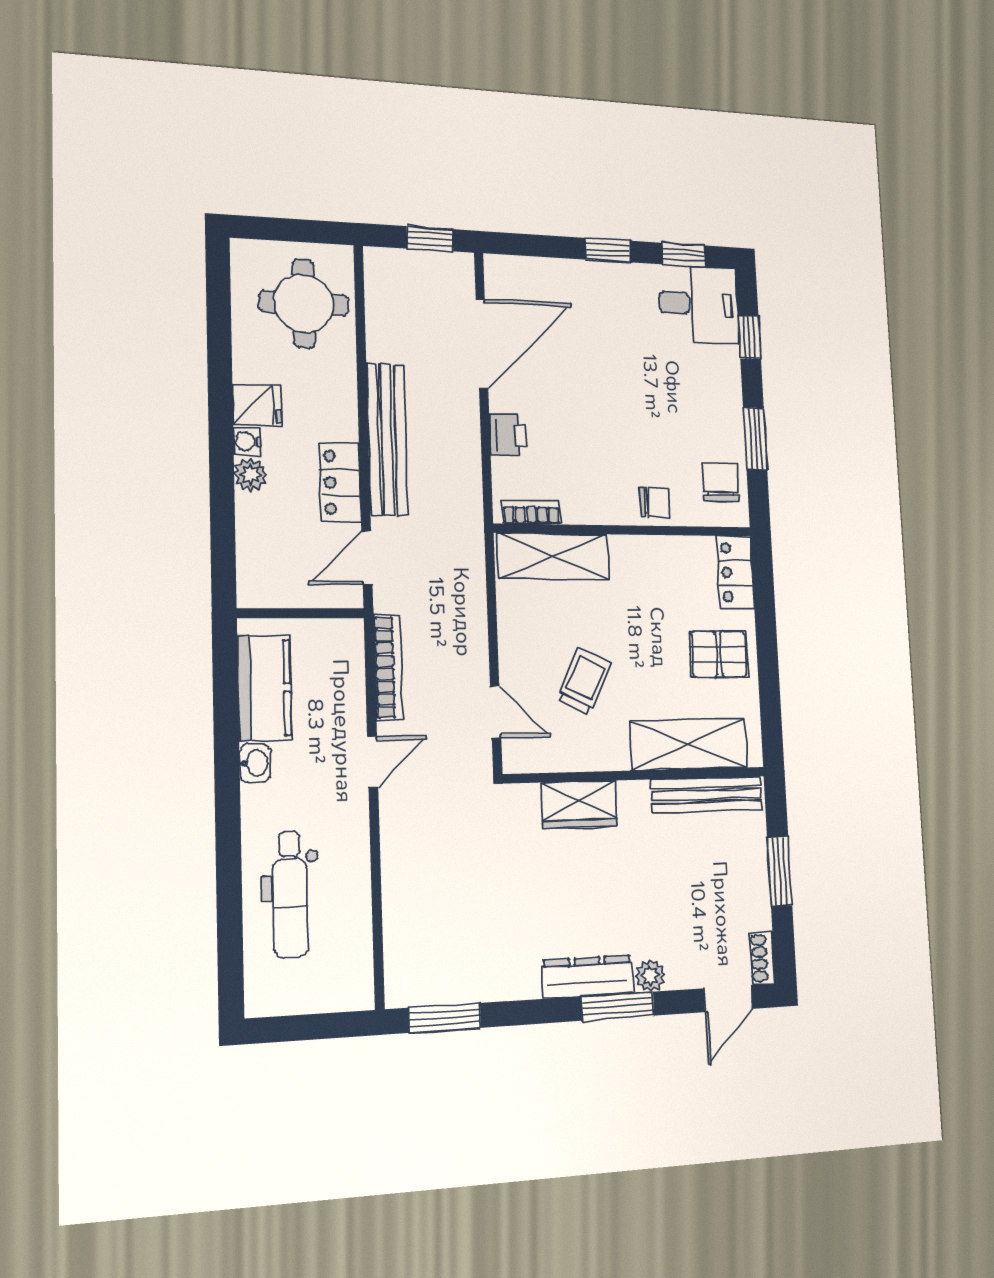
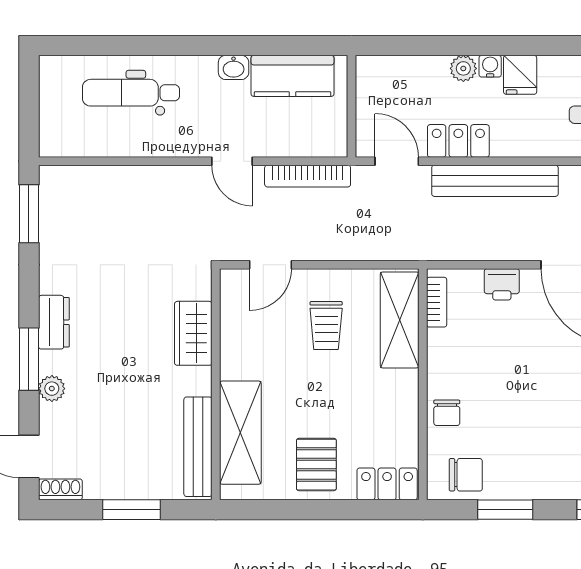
trolley: (584, 681) -> (326, 325), moved, turned 64
dresser: (587, 977) -> (54, 322), width x0.70

